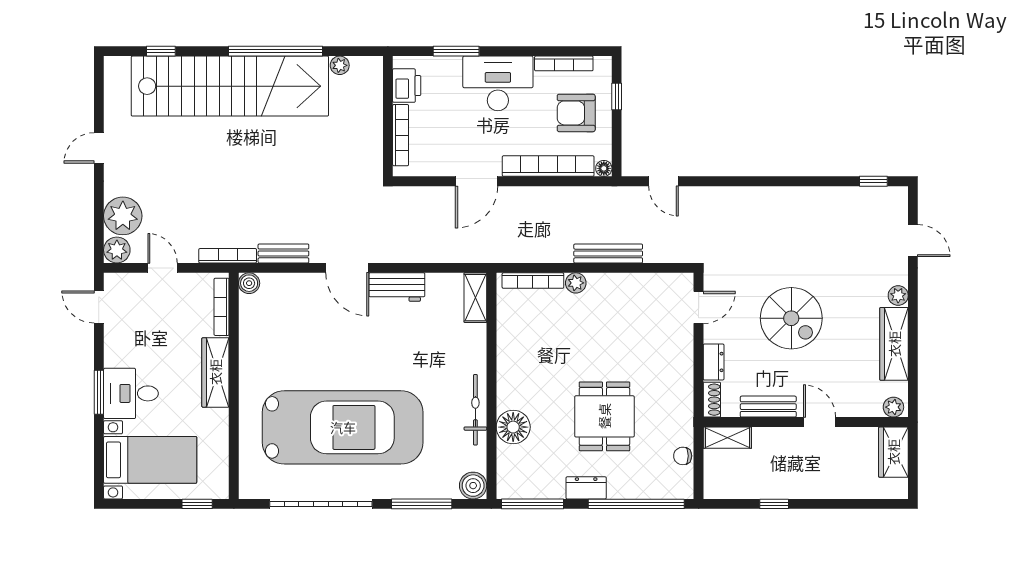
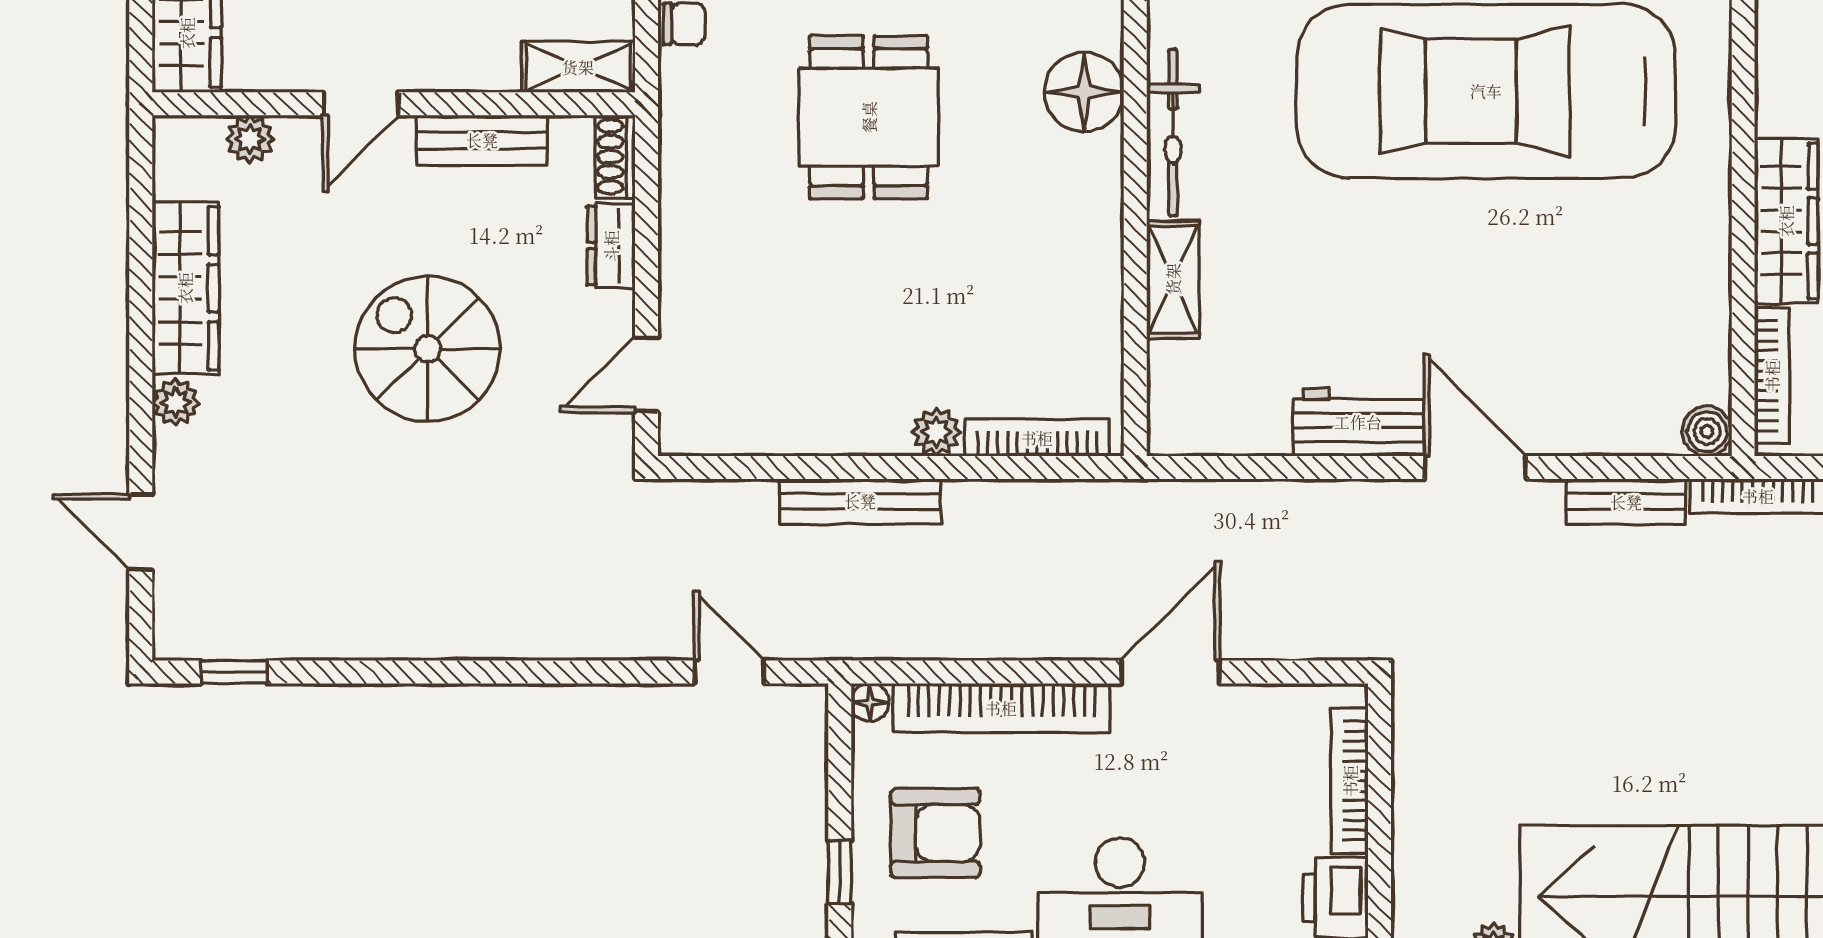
shelving: (475, 298) -> (1173, 279), moved
plant: (893, 407) -> (250, 139), moved
door: (820, 422) -> (361, 104), hinge flipped

